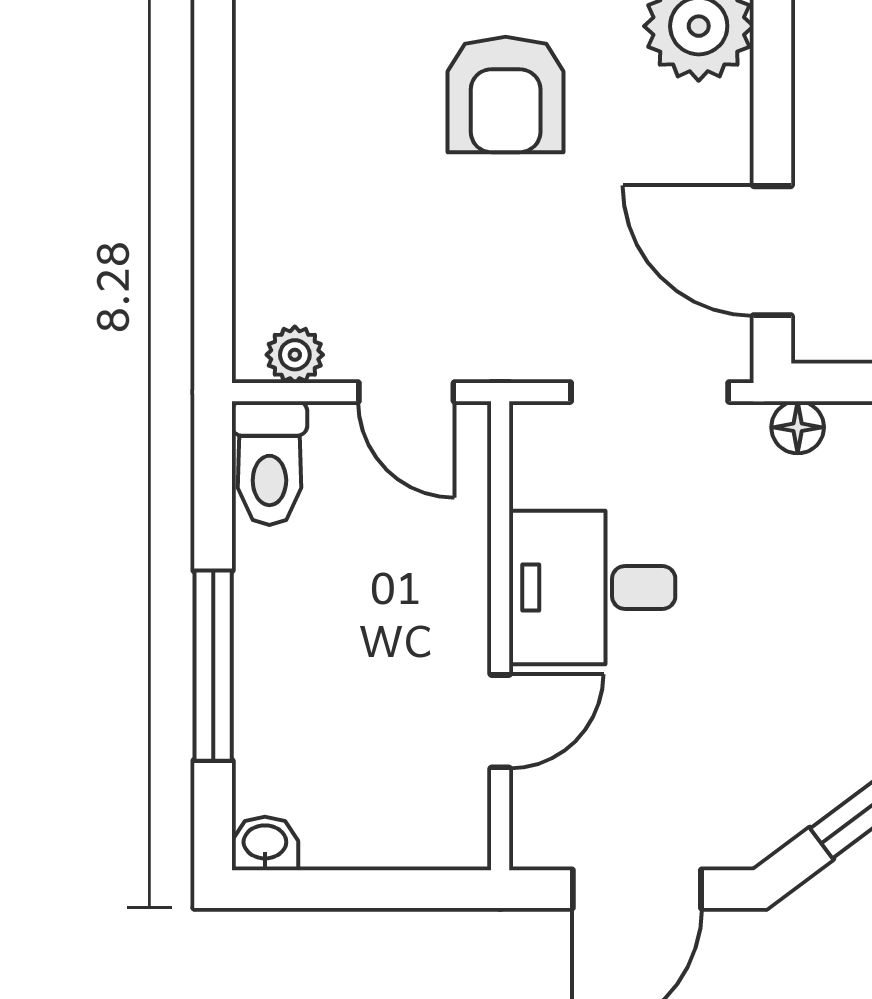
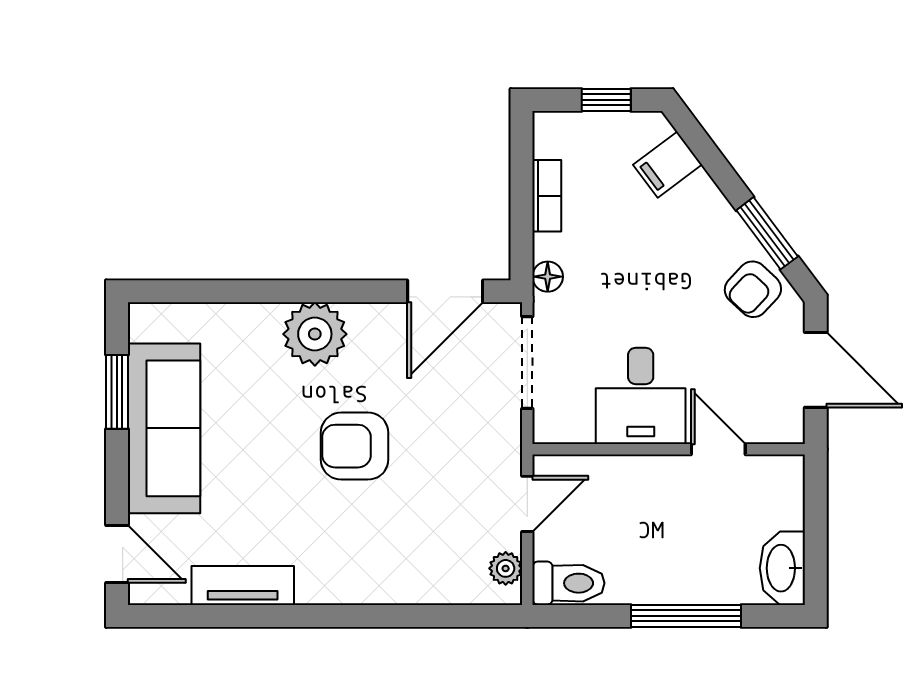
armchair: (506, 94) -> (355, 446), turned 180
armchair: (776, 781) -> (753, 289), added
washbasin: (265, 844) -> (782, 568), width x1.91, depth x1.45

